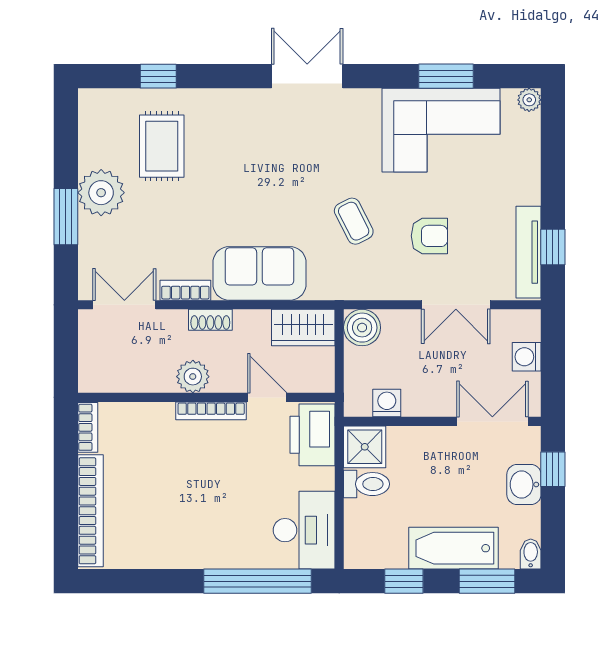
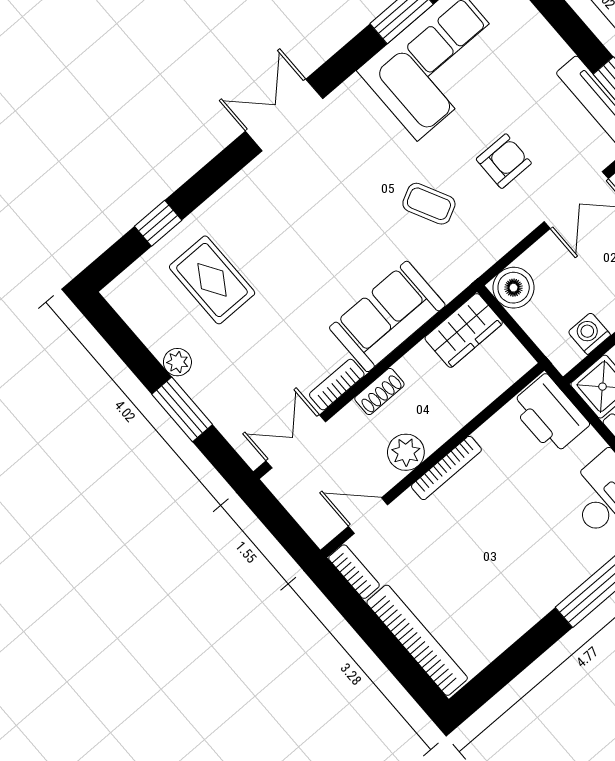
plant: (101, 193) -> (177, 362), width x0.53, depth x0.53
door: (267, 397) -> (368, 516), moved

